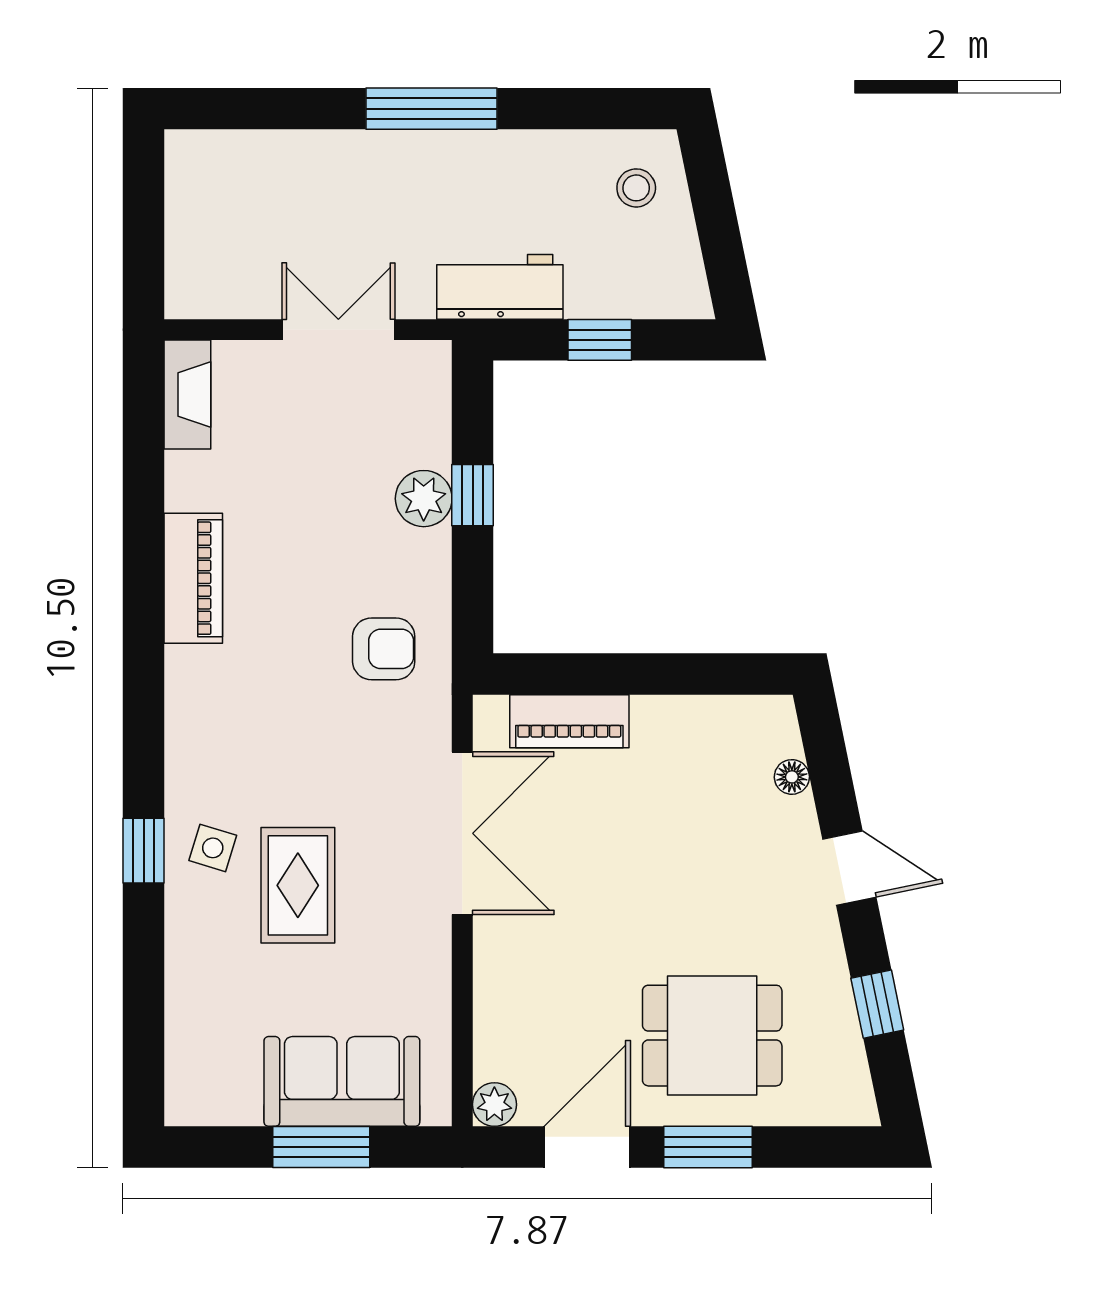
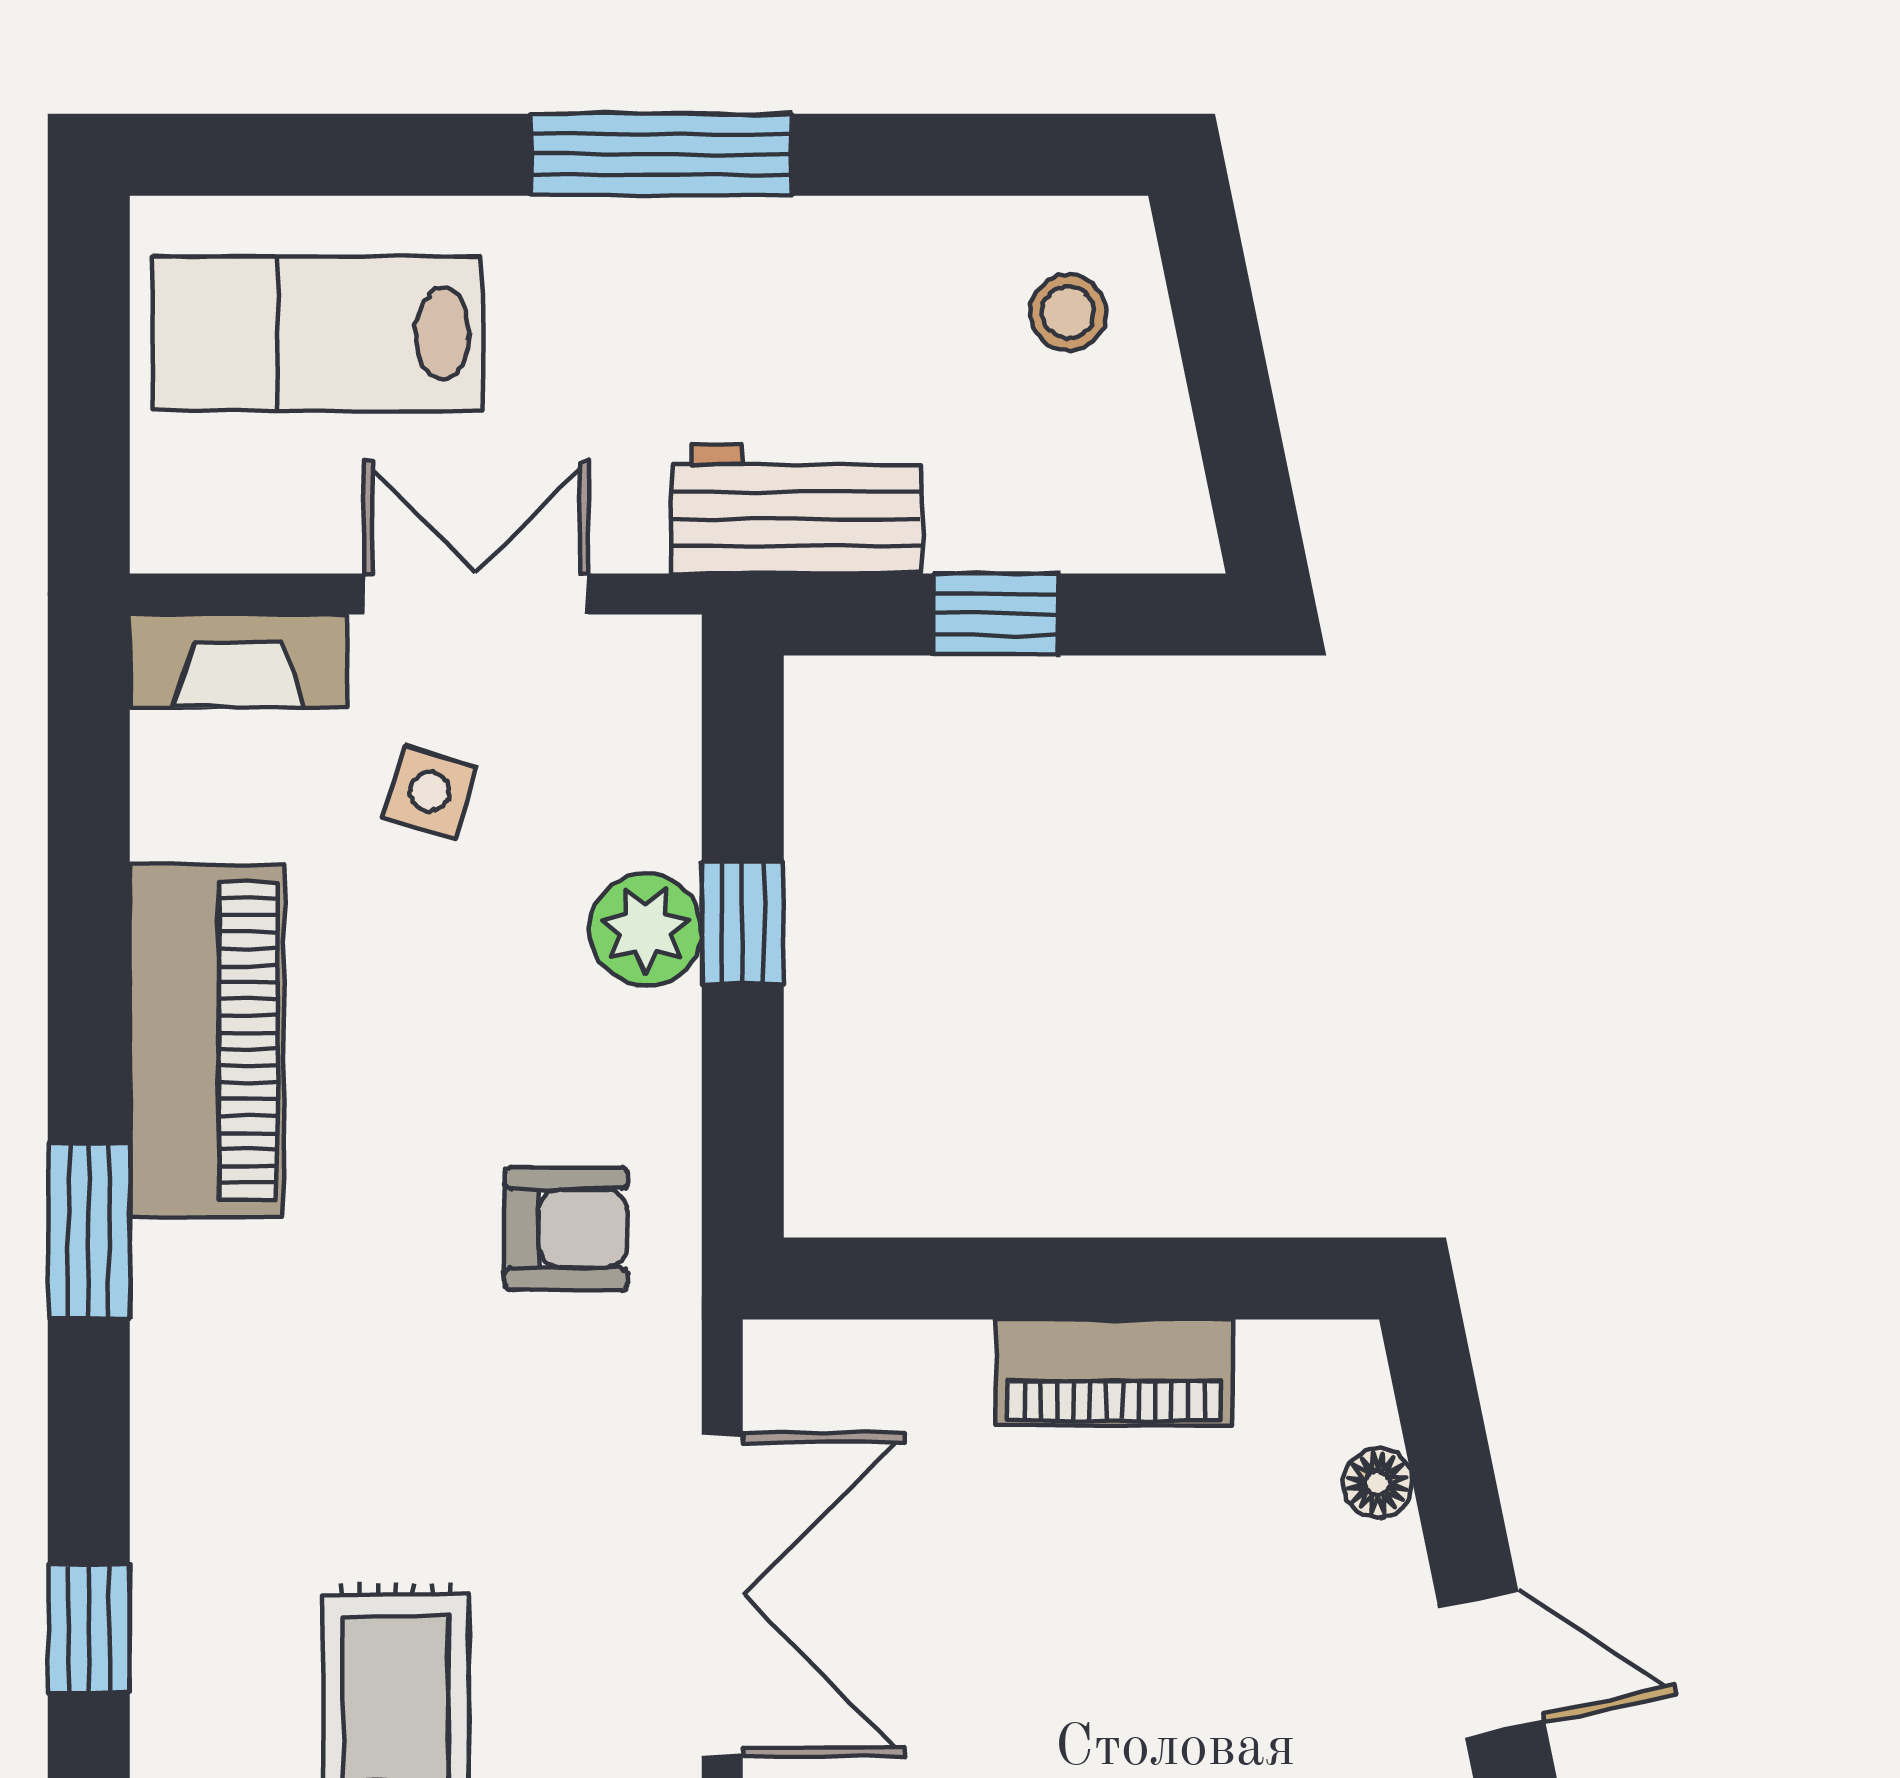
lab bench: (259, 198) -> (318, 333), added
fireplace: (187, 395) -> (238, 661), moved, turned 90
piano: (193, 578) -> (207, 1041), width x1.37, depth x1.33
window: (144, 650) -> (89, 1231), added
piano: (569, 721) -> (1114, 1372), moved
side table: (213, 848) -> (429, 792), moved

